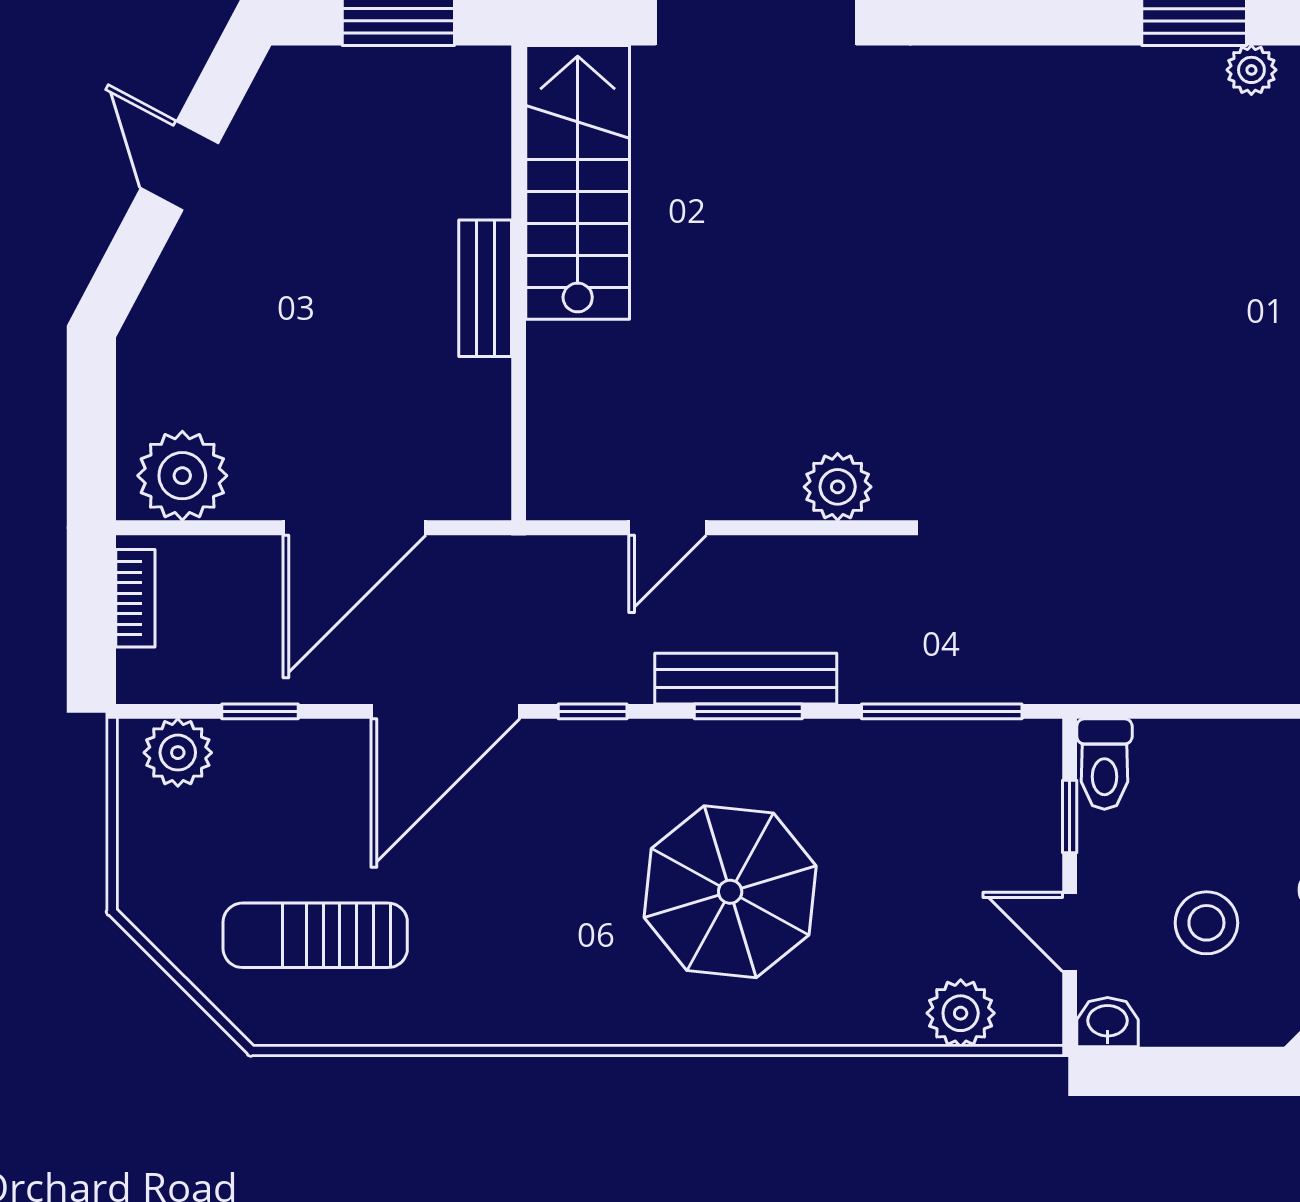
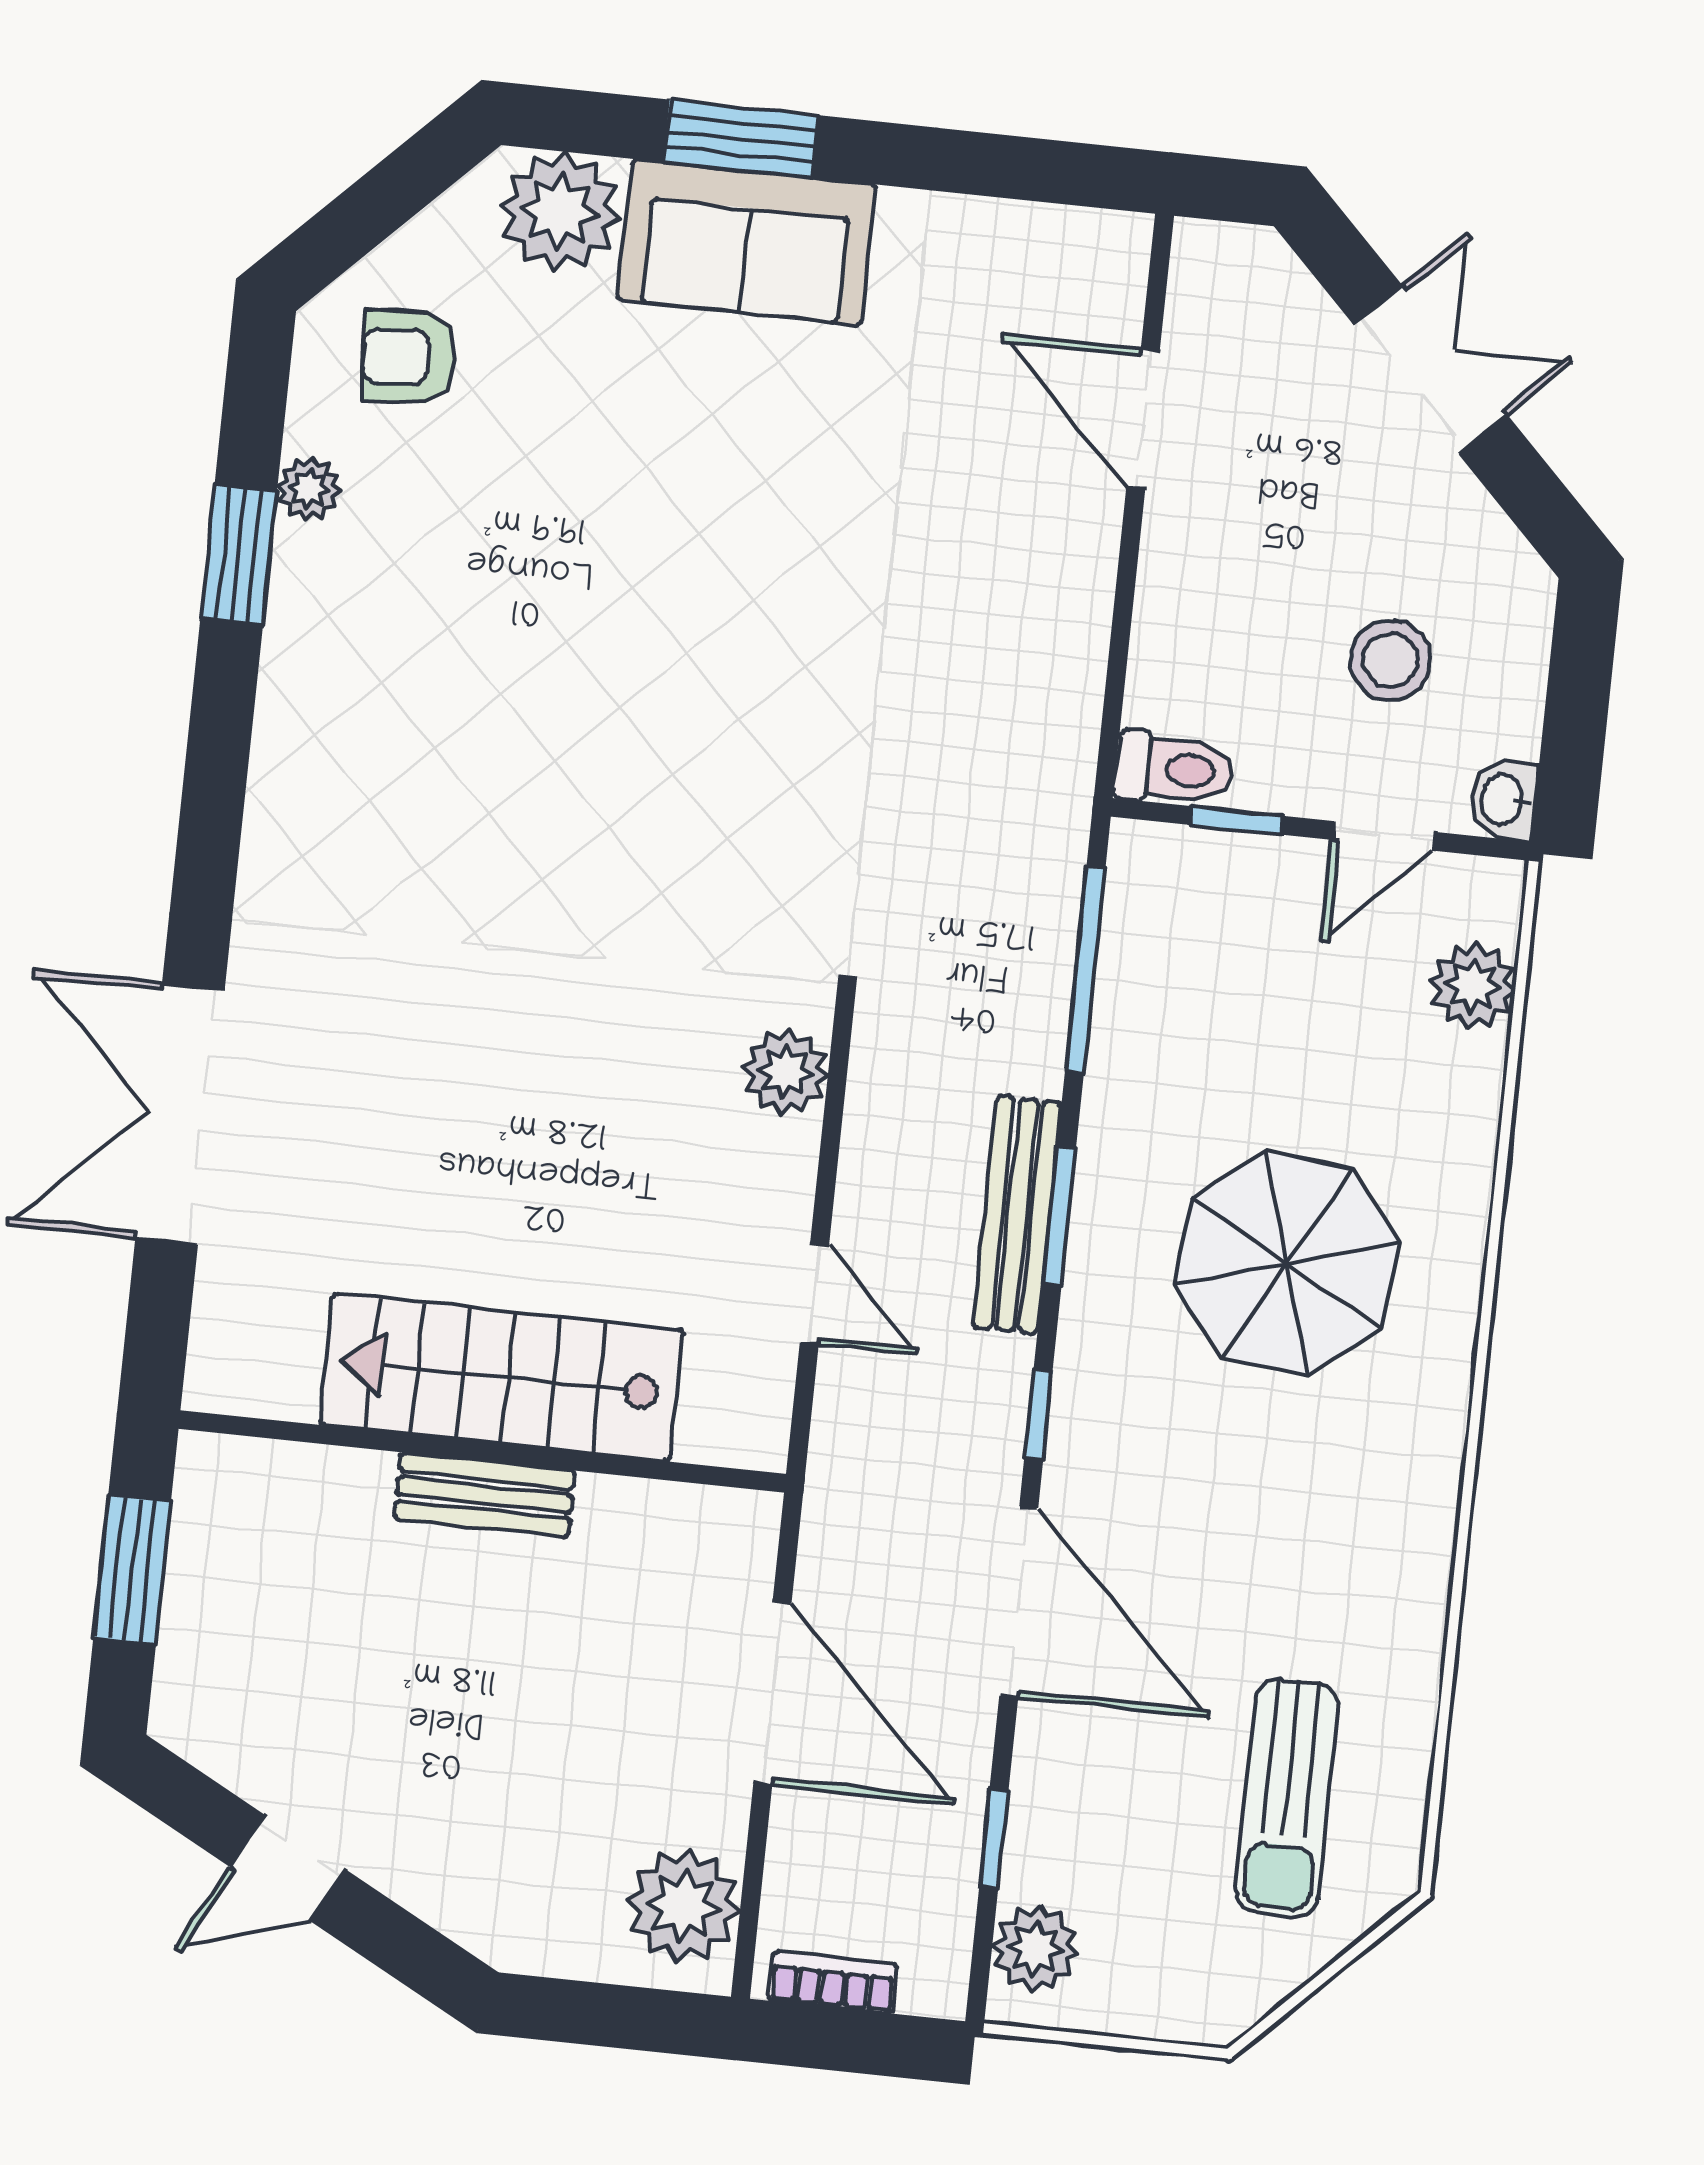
stairs: (578, 182) -> (501, 1377), moved

